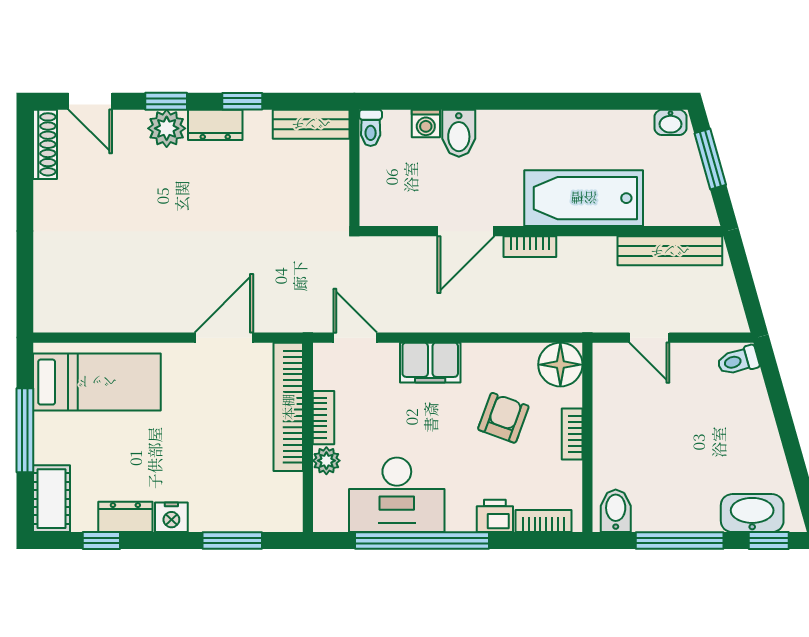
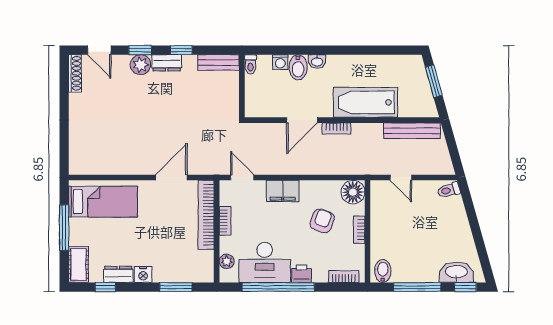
washbasin: (671, 122) -> (317, 61), moved
plant: (326, 461) -> (227, 261), moved
printer: (495, 516) -> (302, 274), moved

